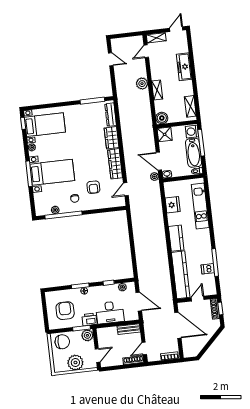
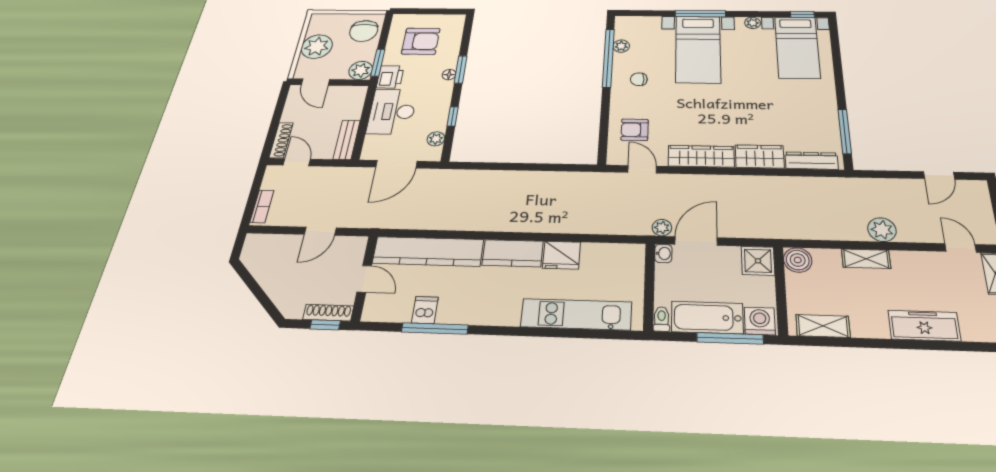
armchair: (93, 187) -> (635, 130), moved
fridge: (173, 205) -> (561, 255), moved
door: (178, 325) -> (320, 231), width x0.53

